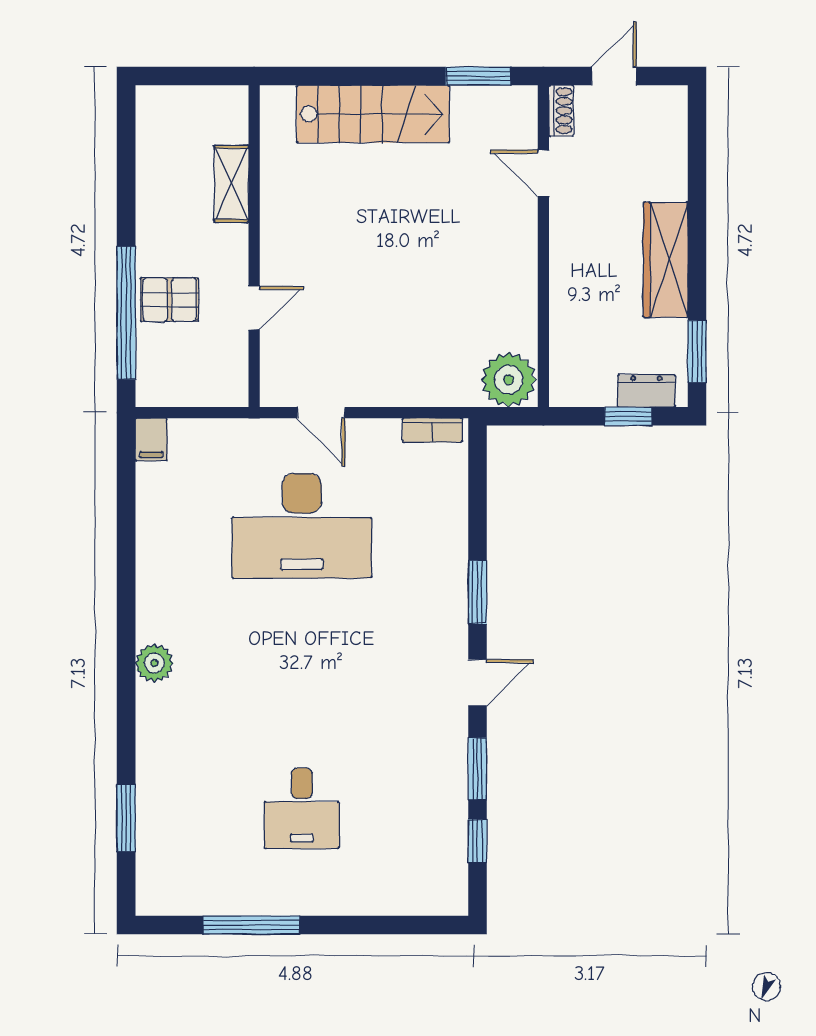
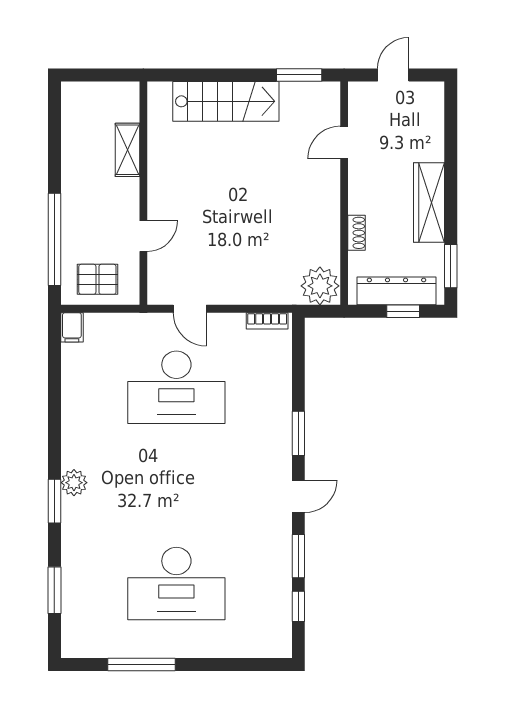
shoe rack: (561, 111) -> (357, 233), moved
door: (543, 173) -> (344, 142), hinge flipped
pallet: (169, 300) -> (97, 279), moved
dresser: (646, 391) -> (396, 291), width x1.96, depth x1.24
window: (126, 690) -> (54, 501), added
desk: (302, 808) -> (176, 584), width x1.87, depth x1.30

